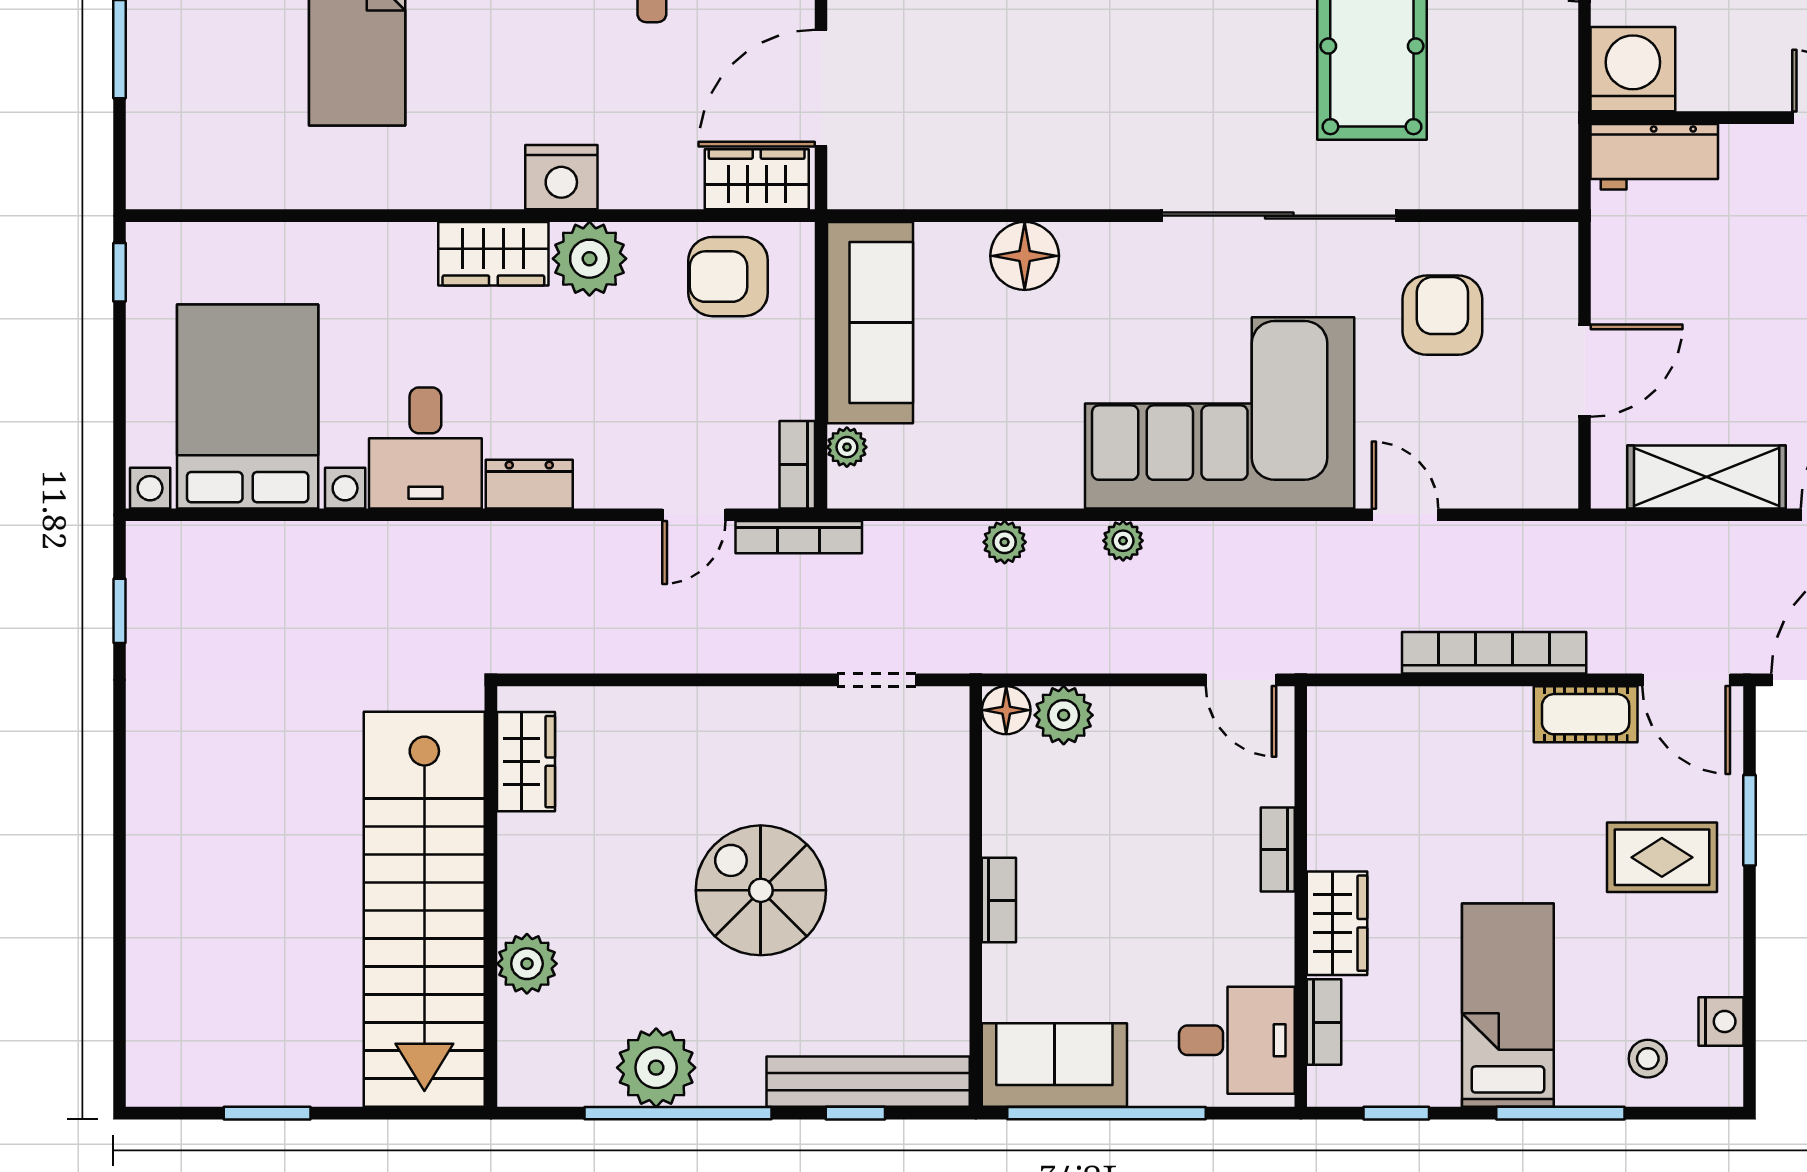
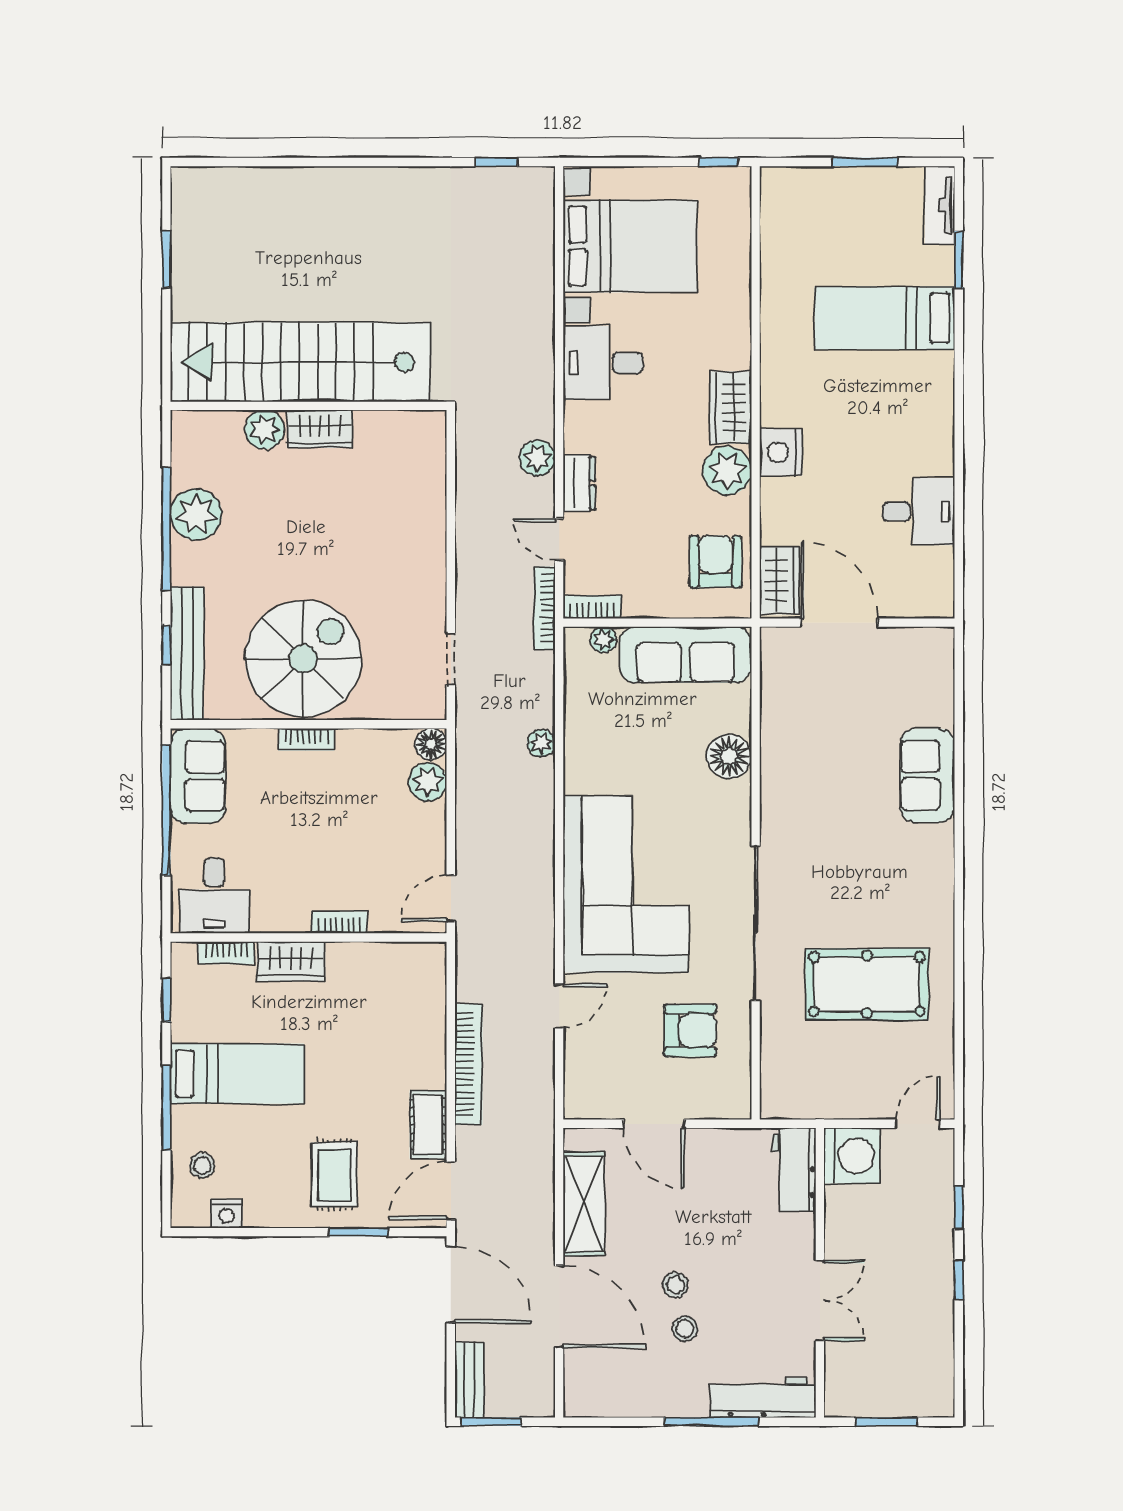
dresser: (529, 484) -> (579, 483), moved
plant: (1123, 541) -> (537, 458), moved, width x1.38, depth x1.38
wardrobe: (526, 762) -> (319, 429), moved
spiral stairs: (761, 890) -> (303, 659), moved, width x1.37, depth x1.37

